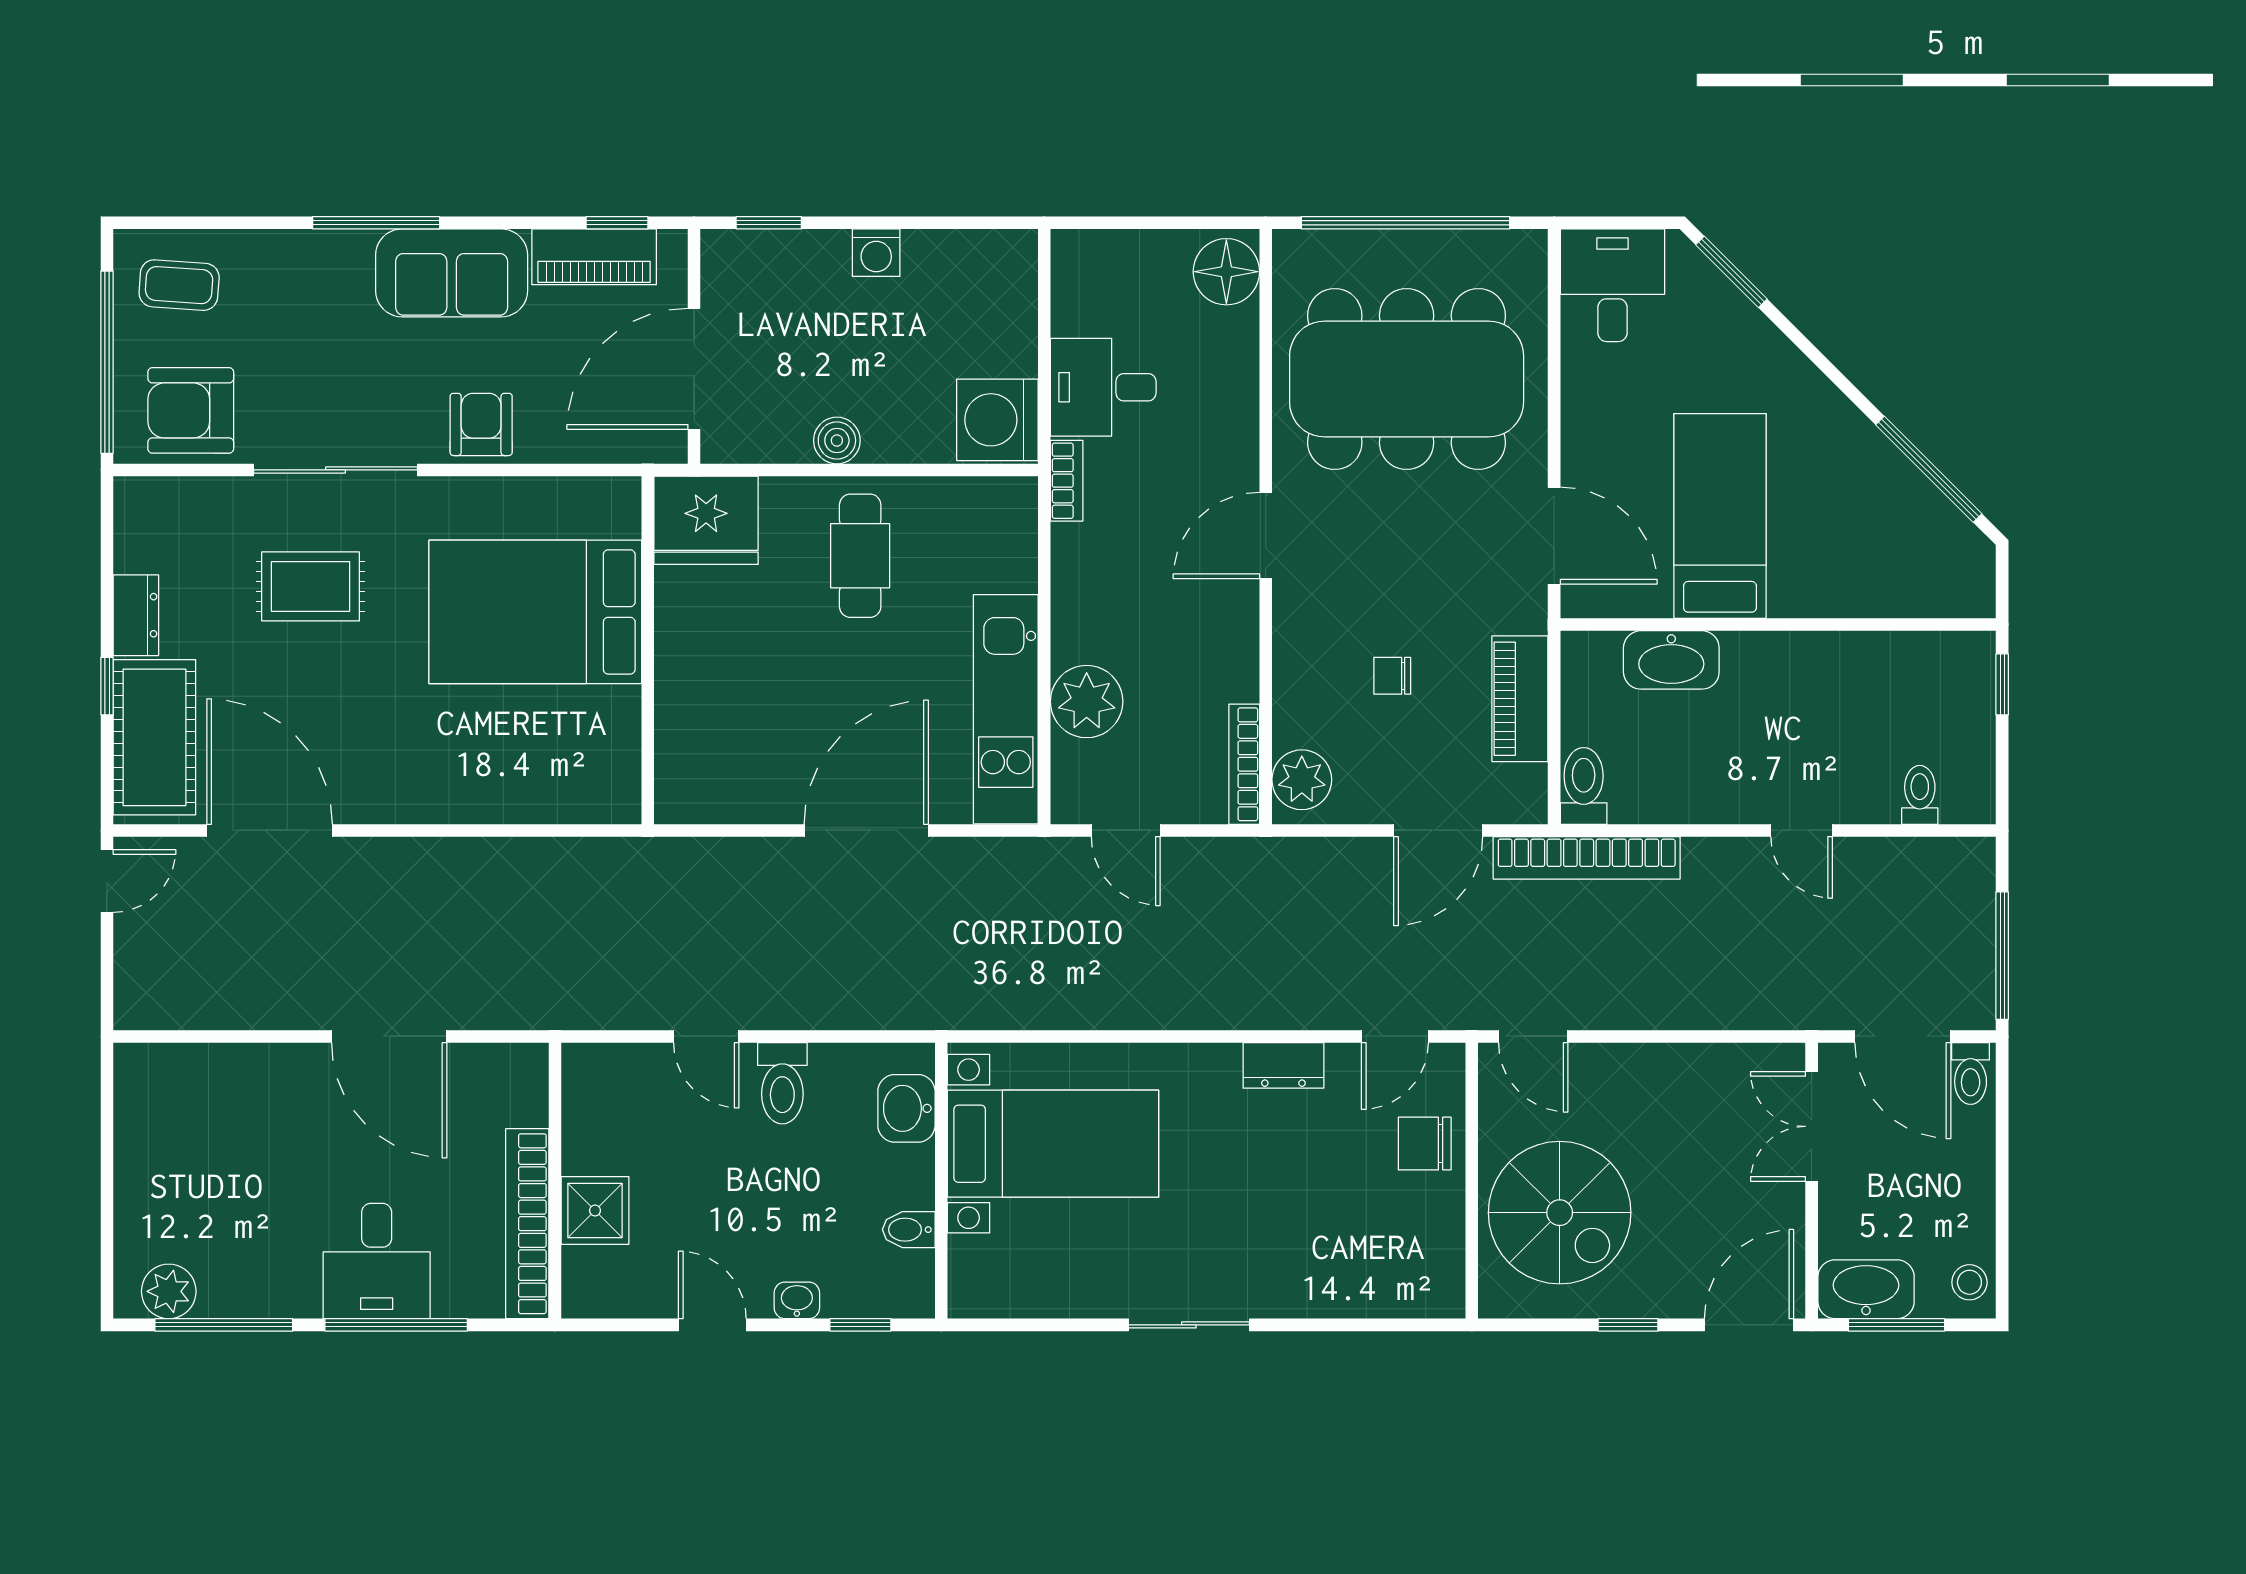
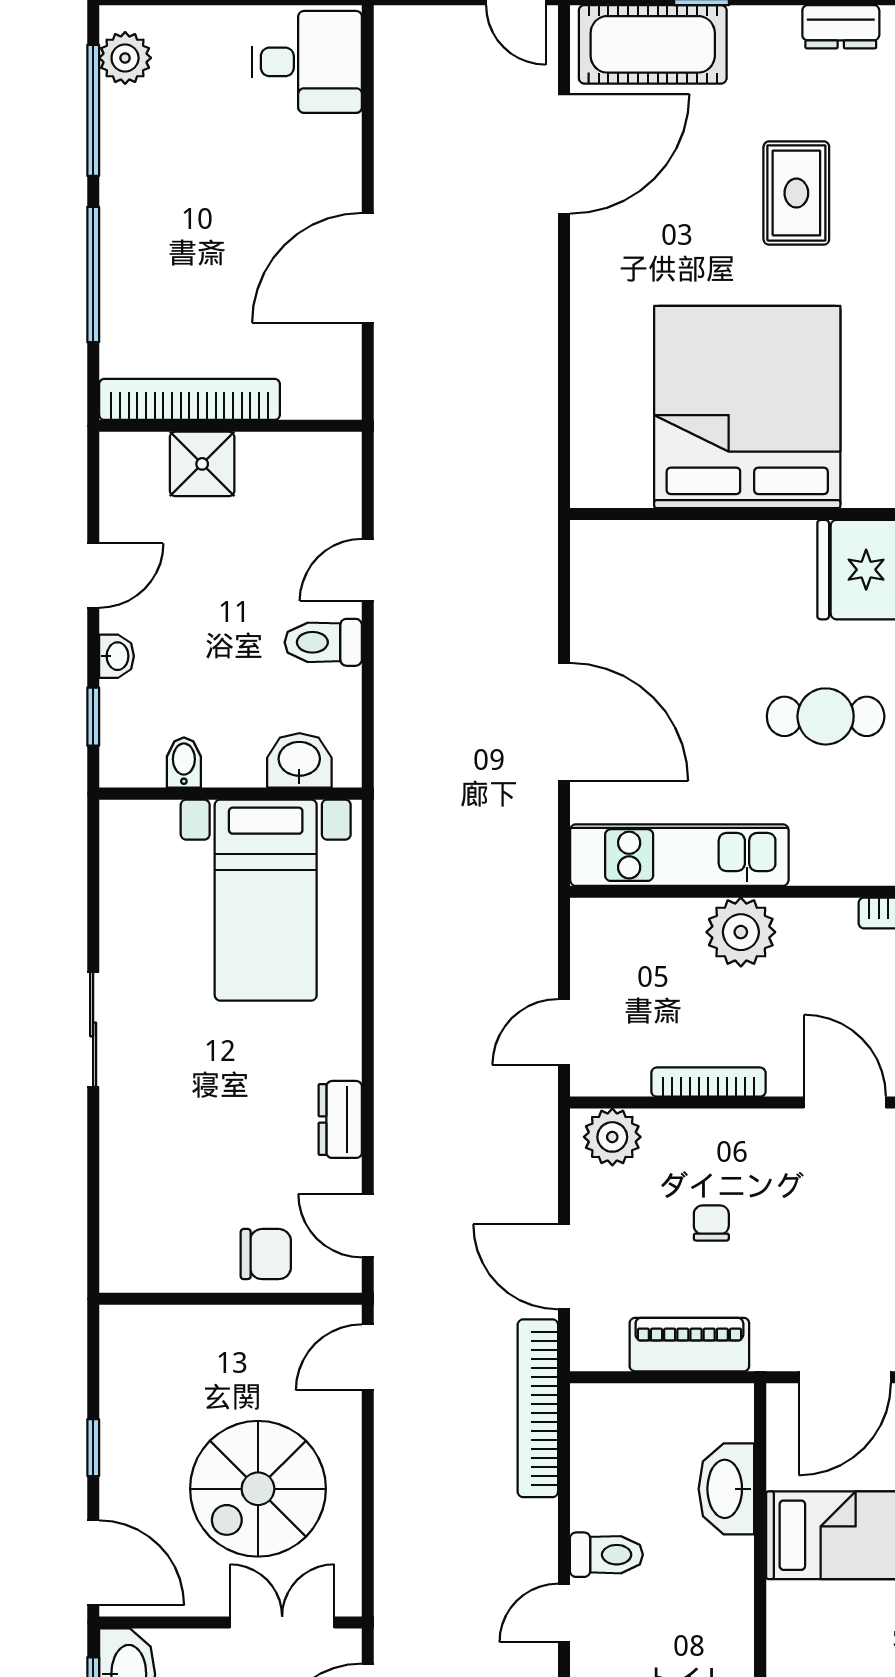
bed: (535, 612) -> (747, 407), width x1.36
dresser: (136, 615) -> (841, 27), moved
plant: (1087, 702) -> (741, 932), moved
bookcase: (1244, 764) -> (708, 1082), moved
toilet: (1584, 786) -> (606, 1555), moved
door: (1126, 830) -> (564, 1032), moved
chair: (1425, 1144) -> (266, 1254), turned 90
spiral stairs: (1560, 1213) -> (258, 1489), moved
desk: (377, 1261) -> (307, 62), moved, turned 180

